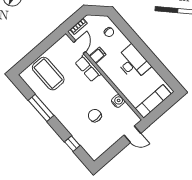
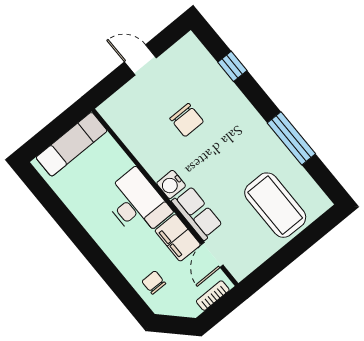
filing cabinet: (97, 55) -> (178, 238), width x2.00
desk: (133, 63) -> (137, 204), moved, turned 180
water cooler: (118, 101) -> (171, 184), moved
door: (132, 134) -> (140, 60), moved

